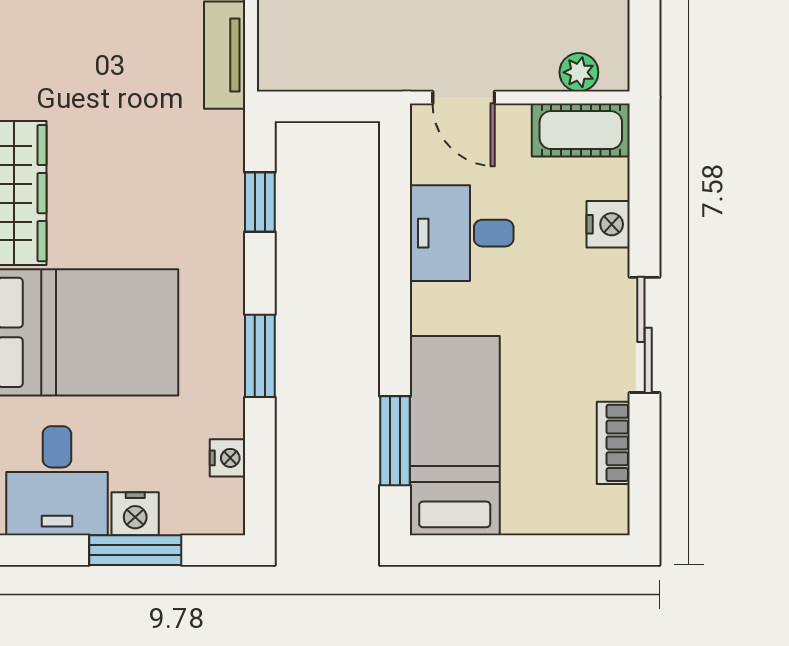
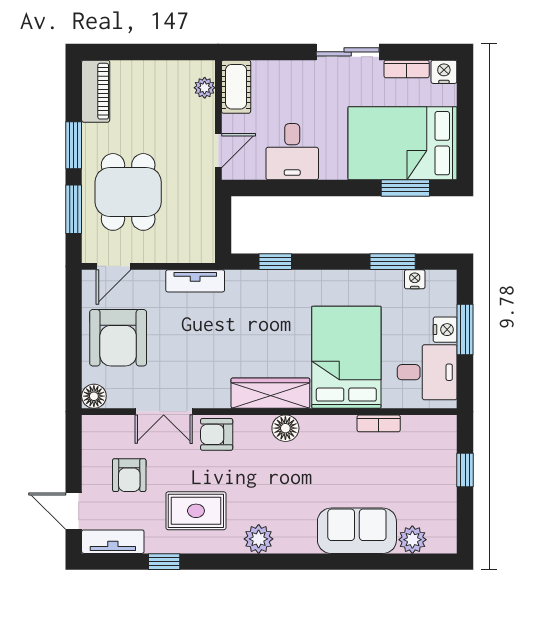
nightstand: (608, 224) -> (444, 72), moved
window: (260, 356) -> (393, 262), moved
bed: (455, 436) -> (403, 143), width x1.50

